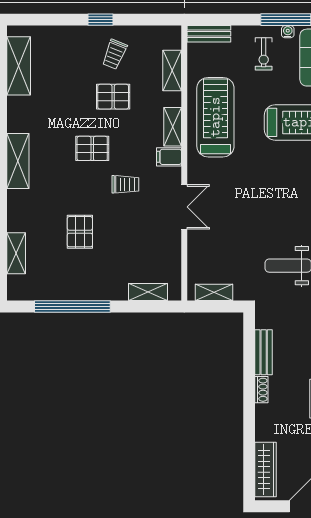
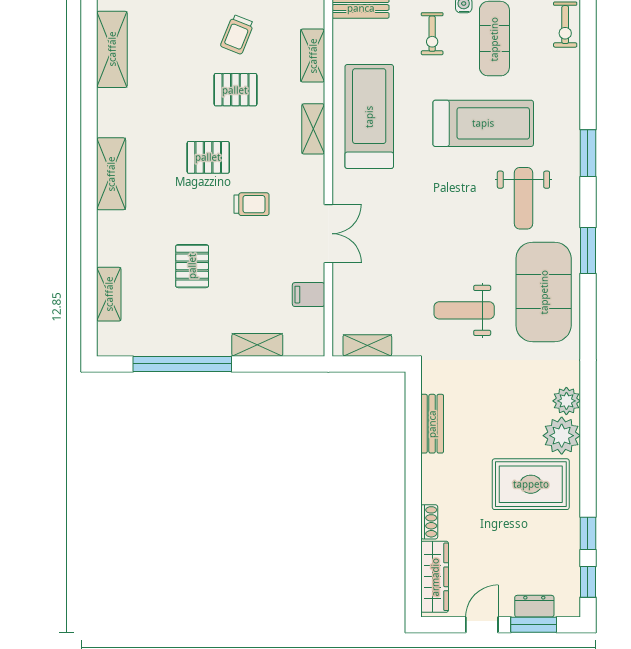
filing cabinet: (169, 157) -> (309, 295), moved
shelving: (148, 292) -> (257, 345), moved
shoe rack: (261, 390) -> (429, 522), moved

